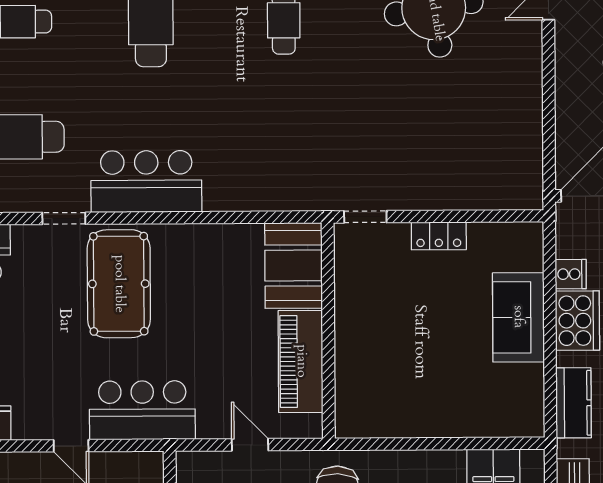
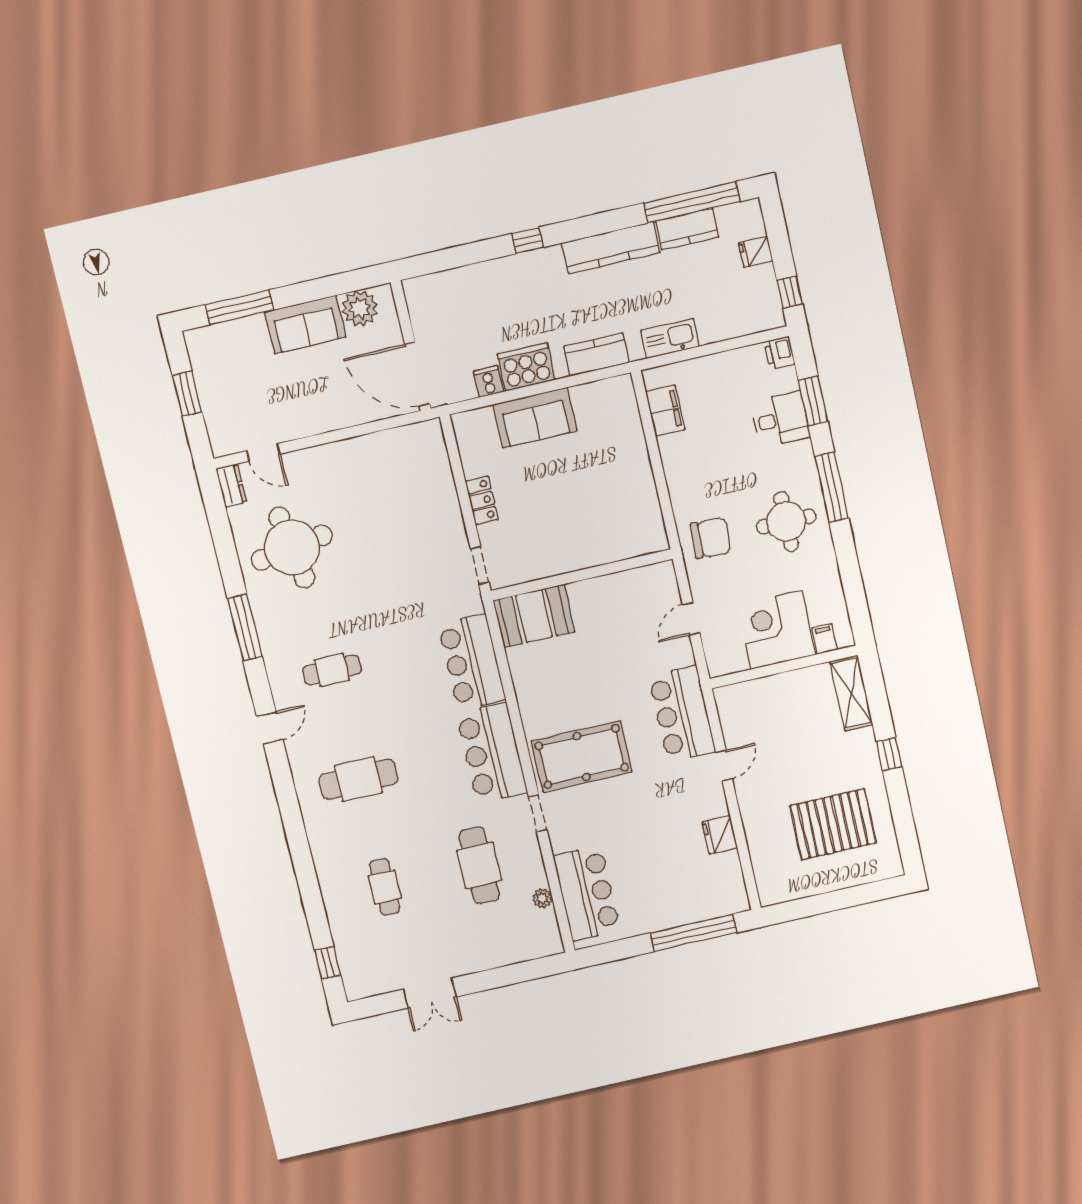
bar counter: (256, 182) -> (472, 662), added
piano: (301, 361) -> (613, 592), removed

